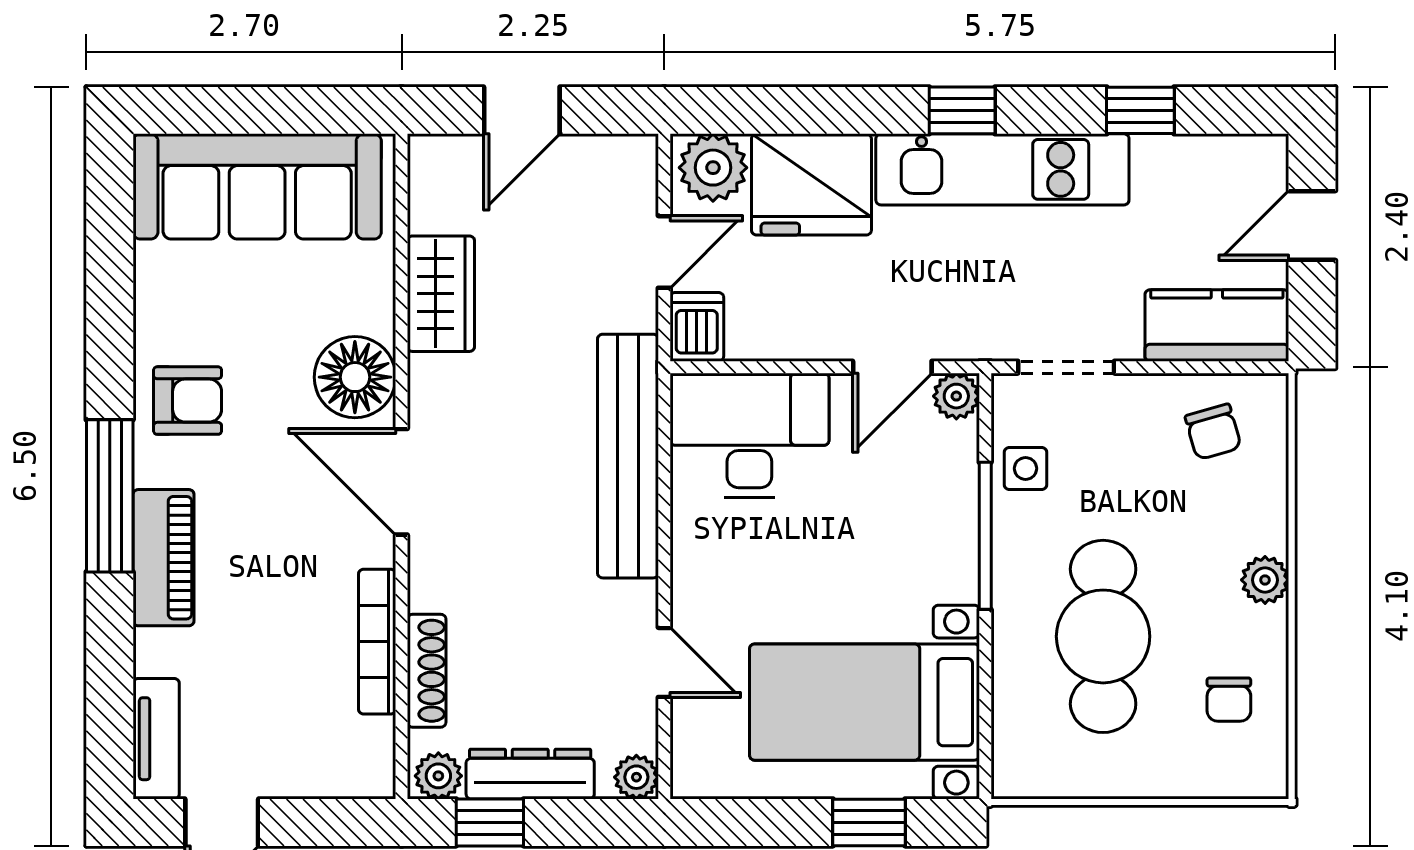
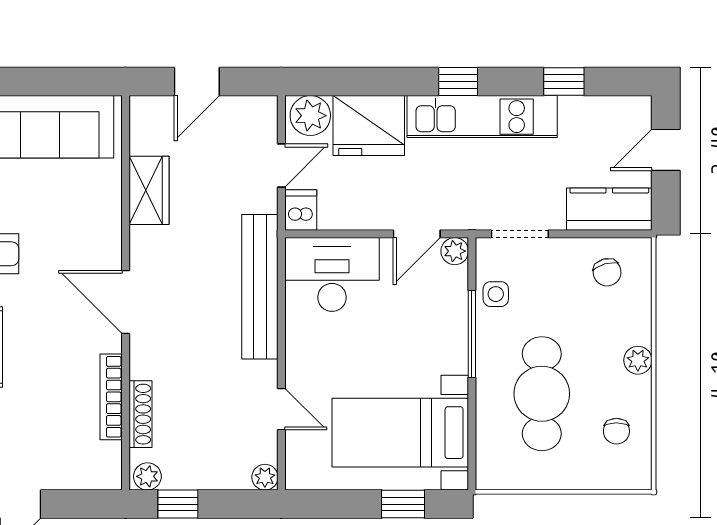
floor lamp: (355, 377) -> (98, 240), removed
dresser: (530, 774) -> (202, 475), removed

